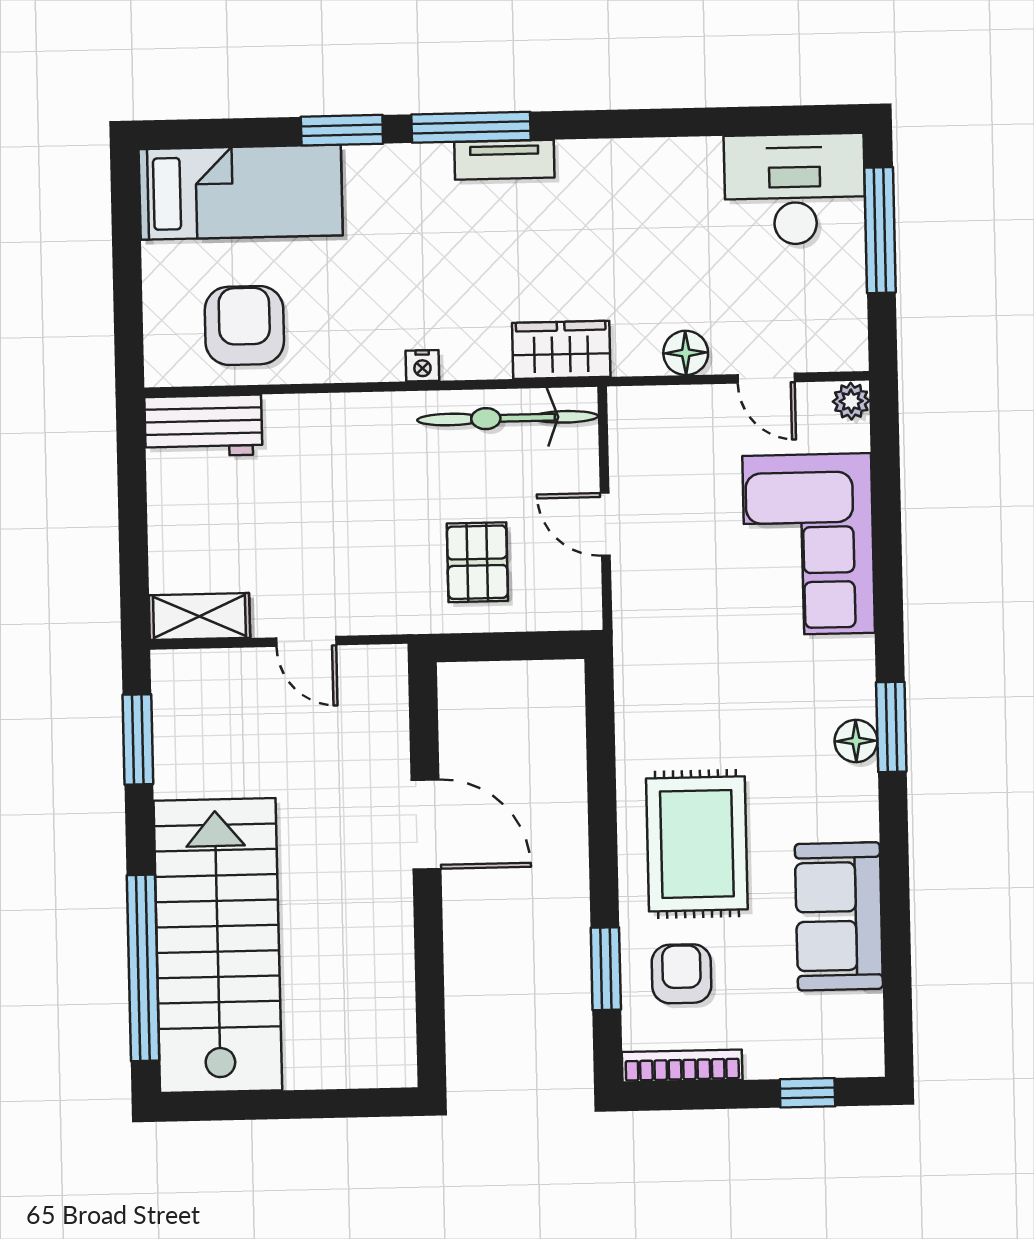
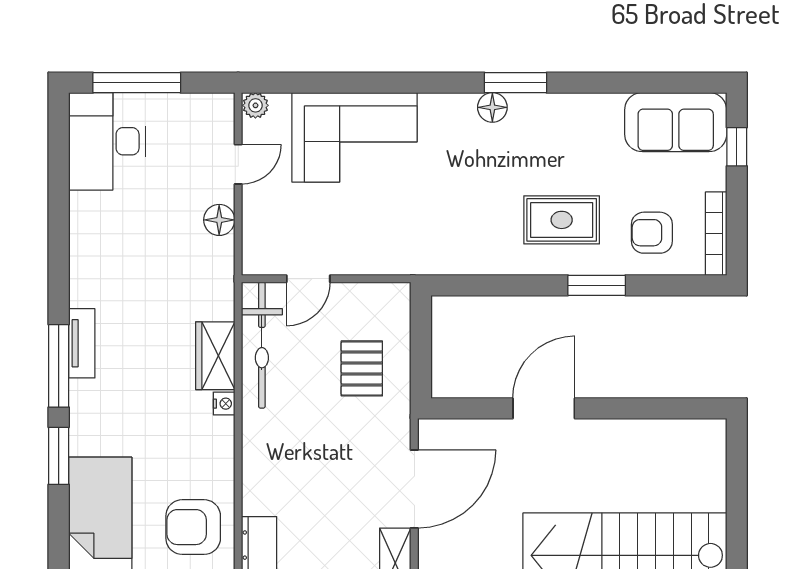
wardrobe: (561, 350) -> (215, 356), moved
door: (605, 524) -> (308, 279), moved
pallet: (477, 562) -> (362, 368), turned 90
door: (306, 641) -> (414, 489), width x1.88
window: (891, 727) -> (515, 83), moved
rug: (697, 844) -> (562, 220), width x0.73, depth x0.70
sofa: (839, 916) -> (676, 122), moved
window: (606, 969) -> (597, 285), moved

